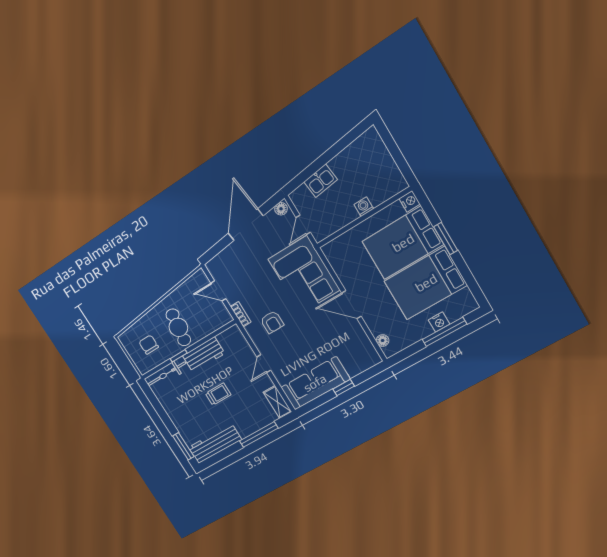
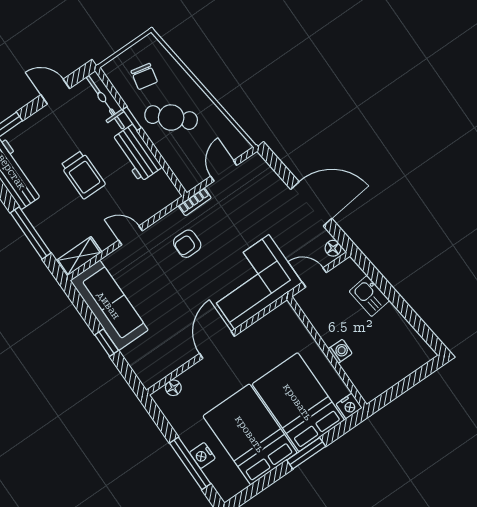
cafe table: (178, 327) -> (171, 118), turned 36
chair: (149, 345) -> (144, 76), turned 102
trolley: (218, 394) -> (83, 175), width x1.36, depth x1.39
door: (159, 408) -> (55, 92), added

